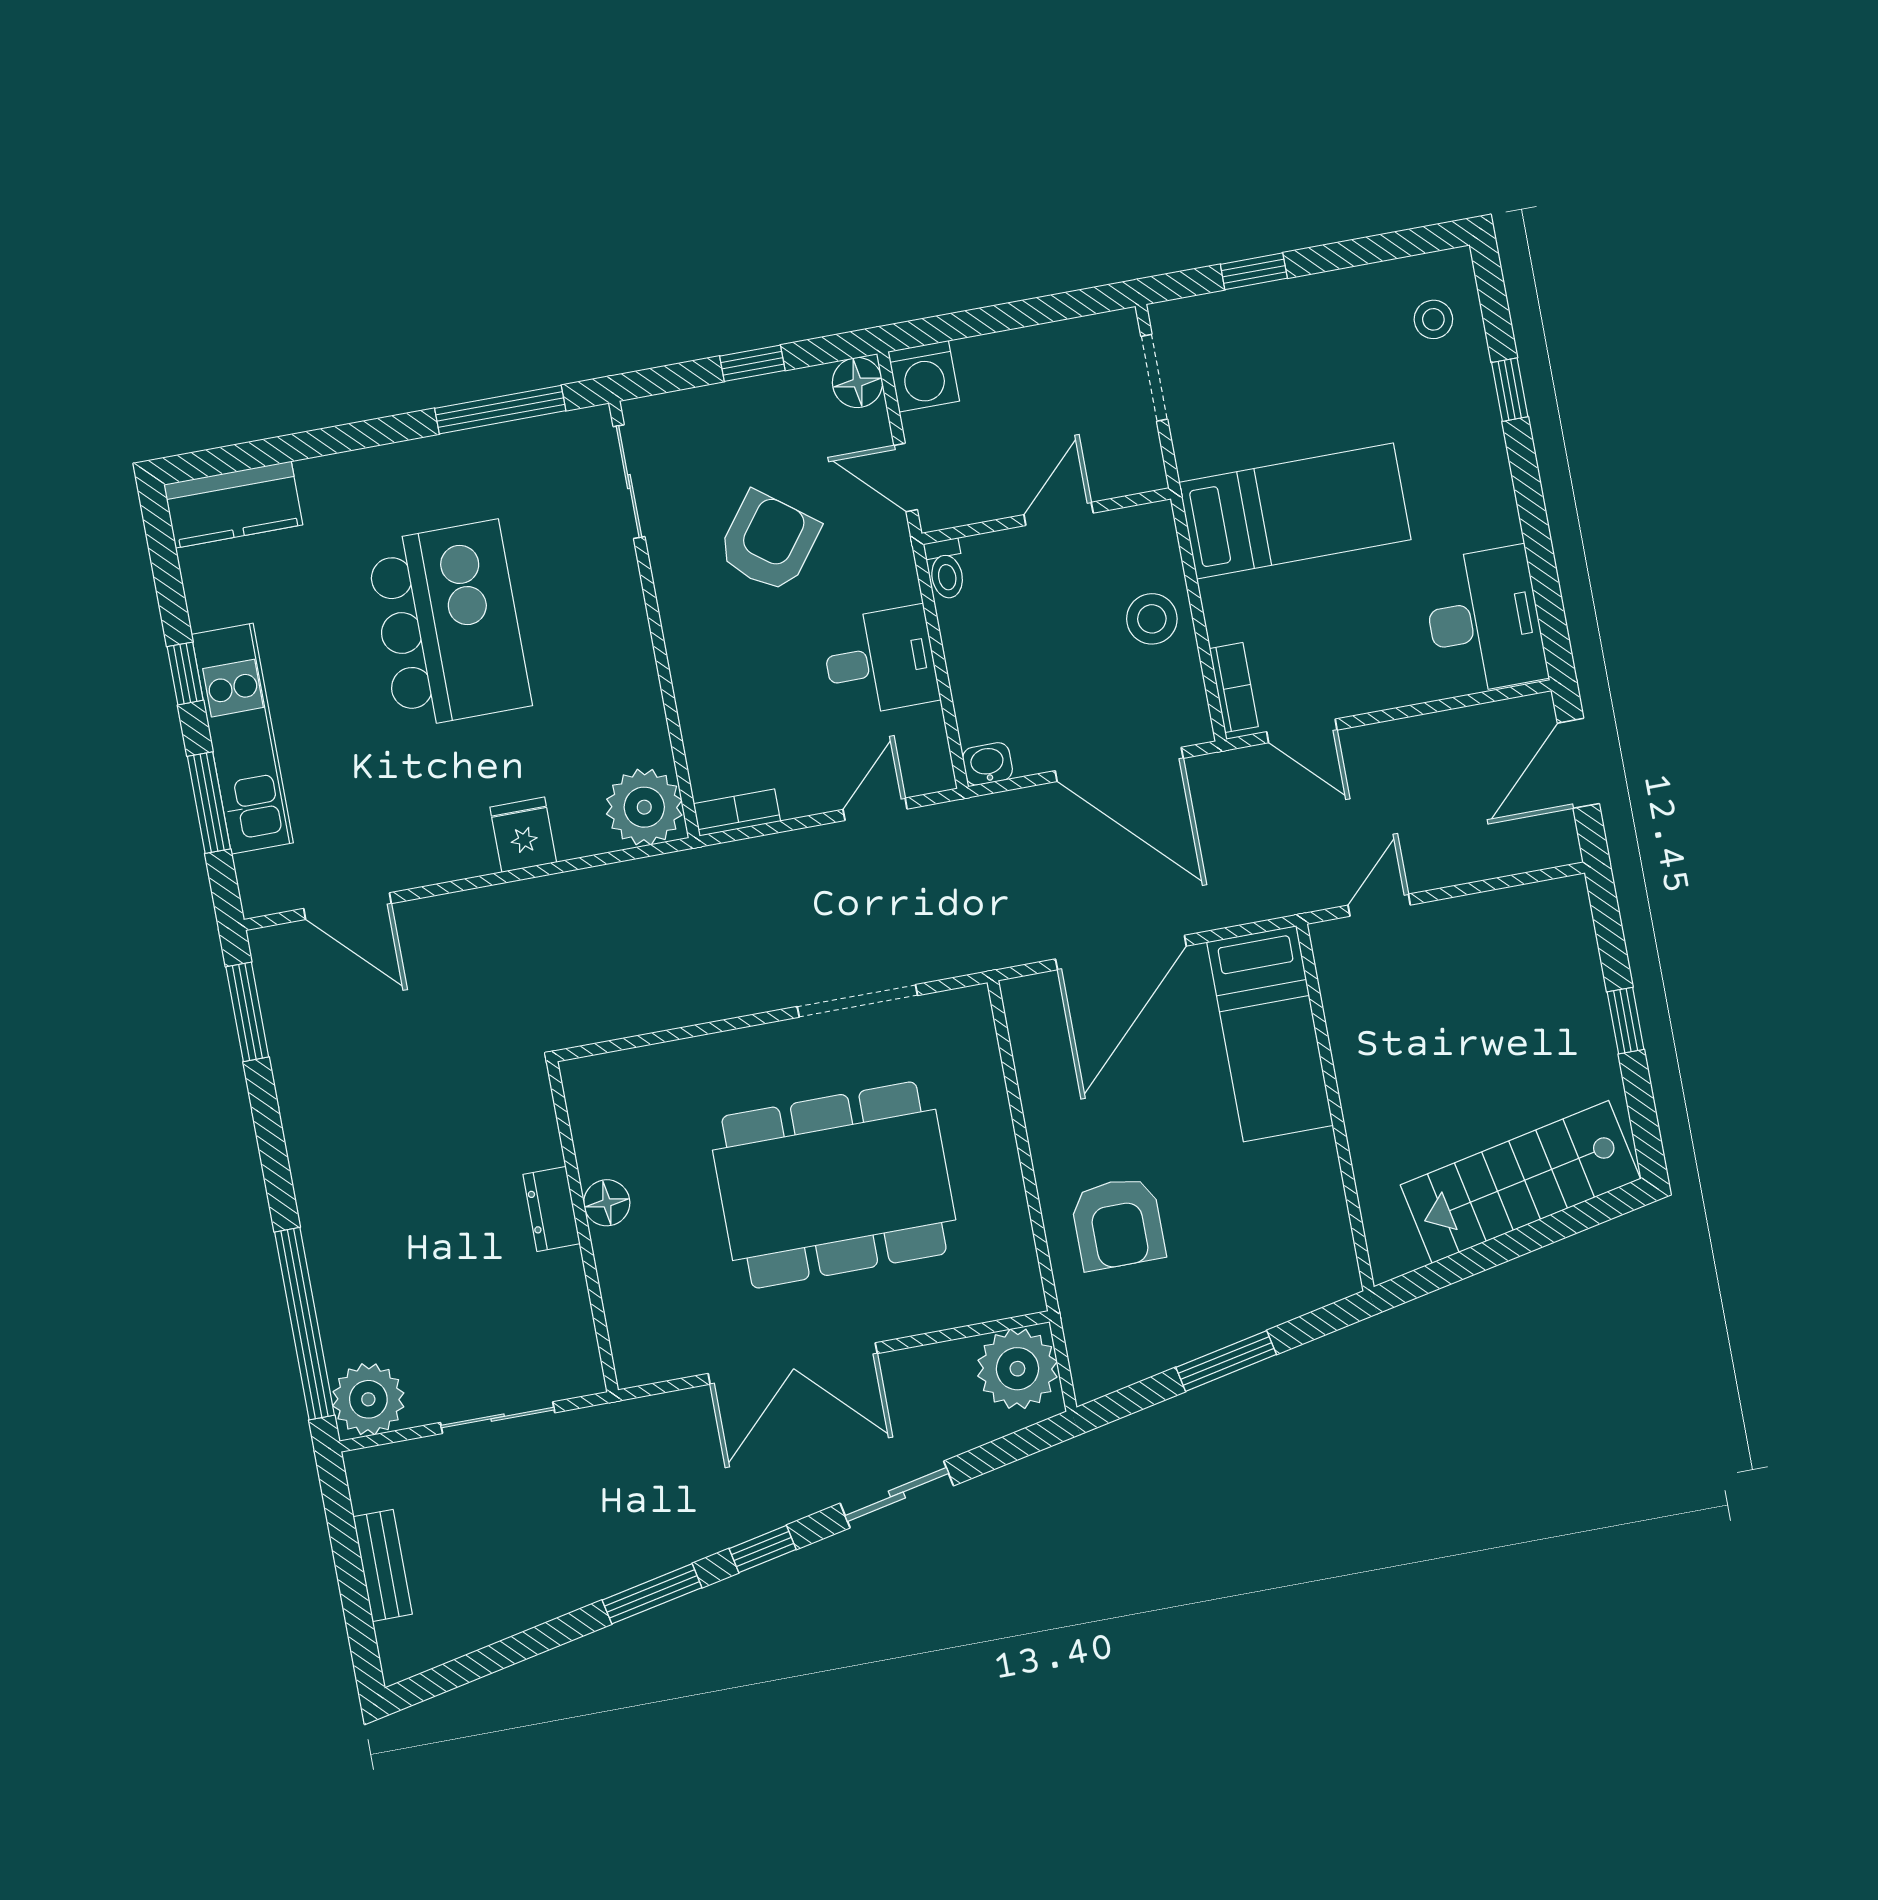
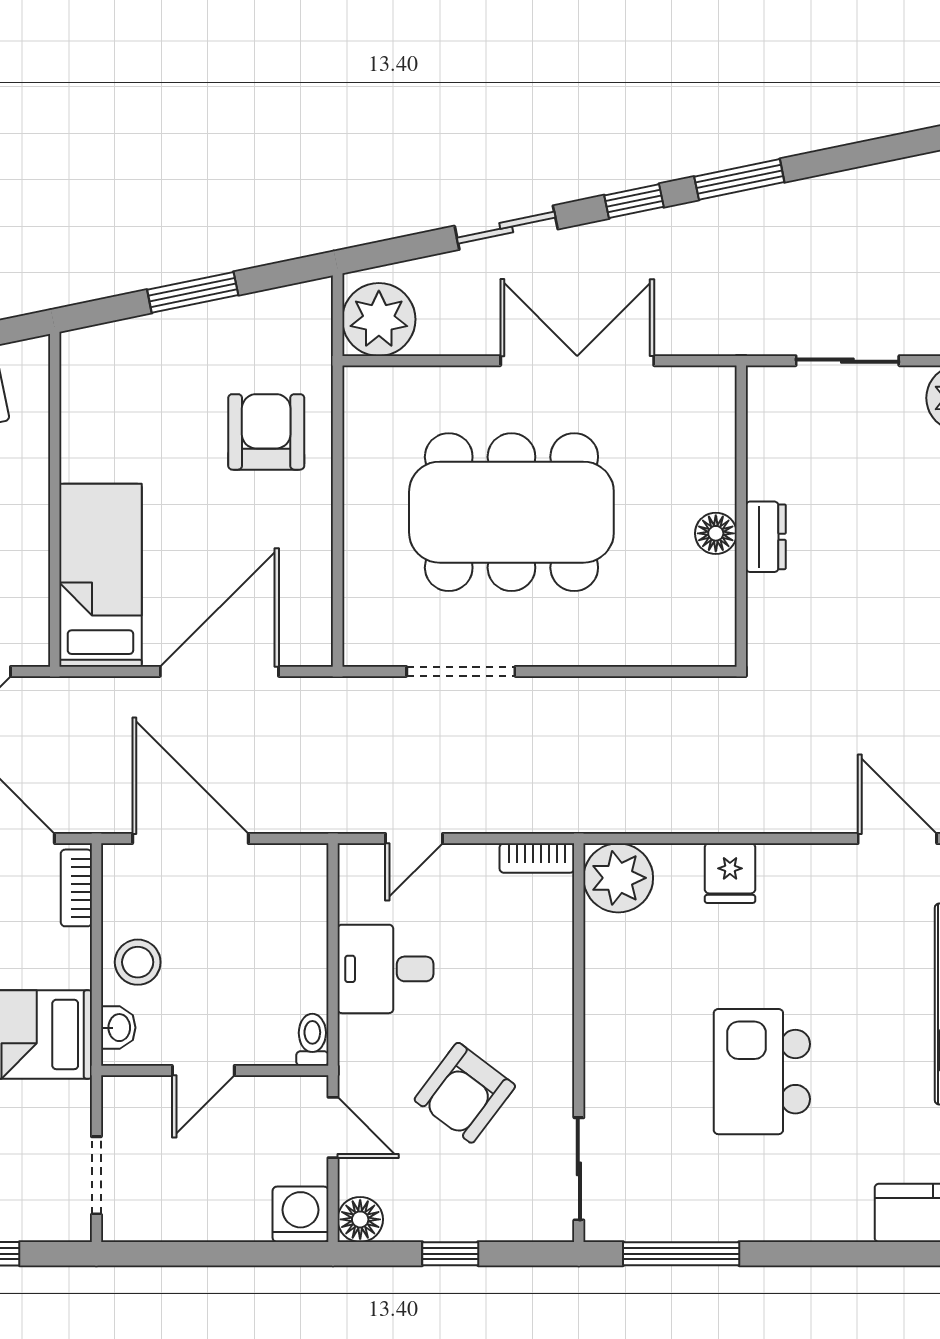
kitchen island: (449, 624) -> (762, 1072), width x0.73, depth x0.78
washbasin: (987, 764) -> (118, 1028), moved, turned -90

